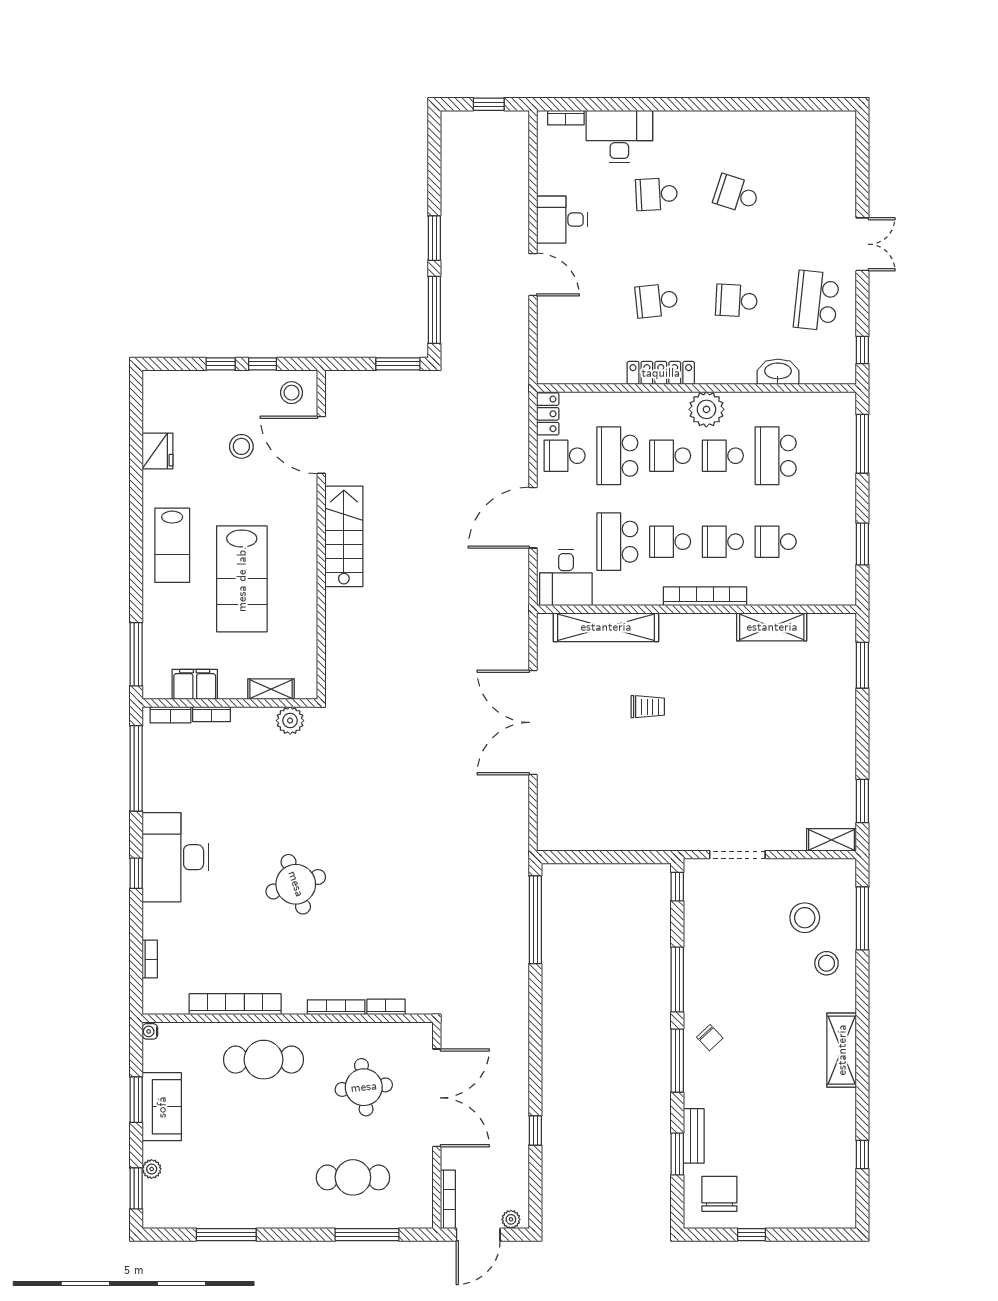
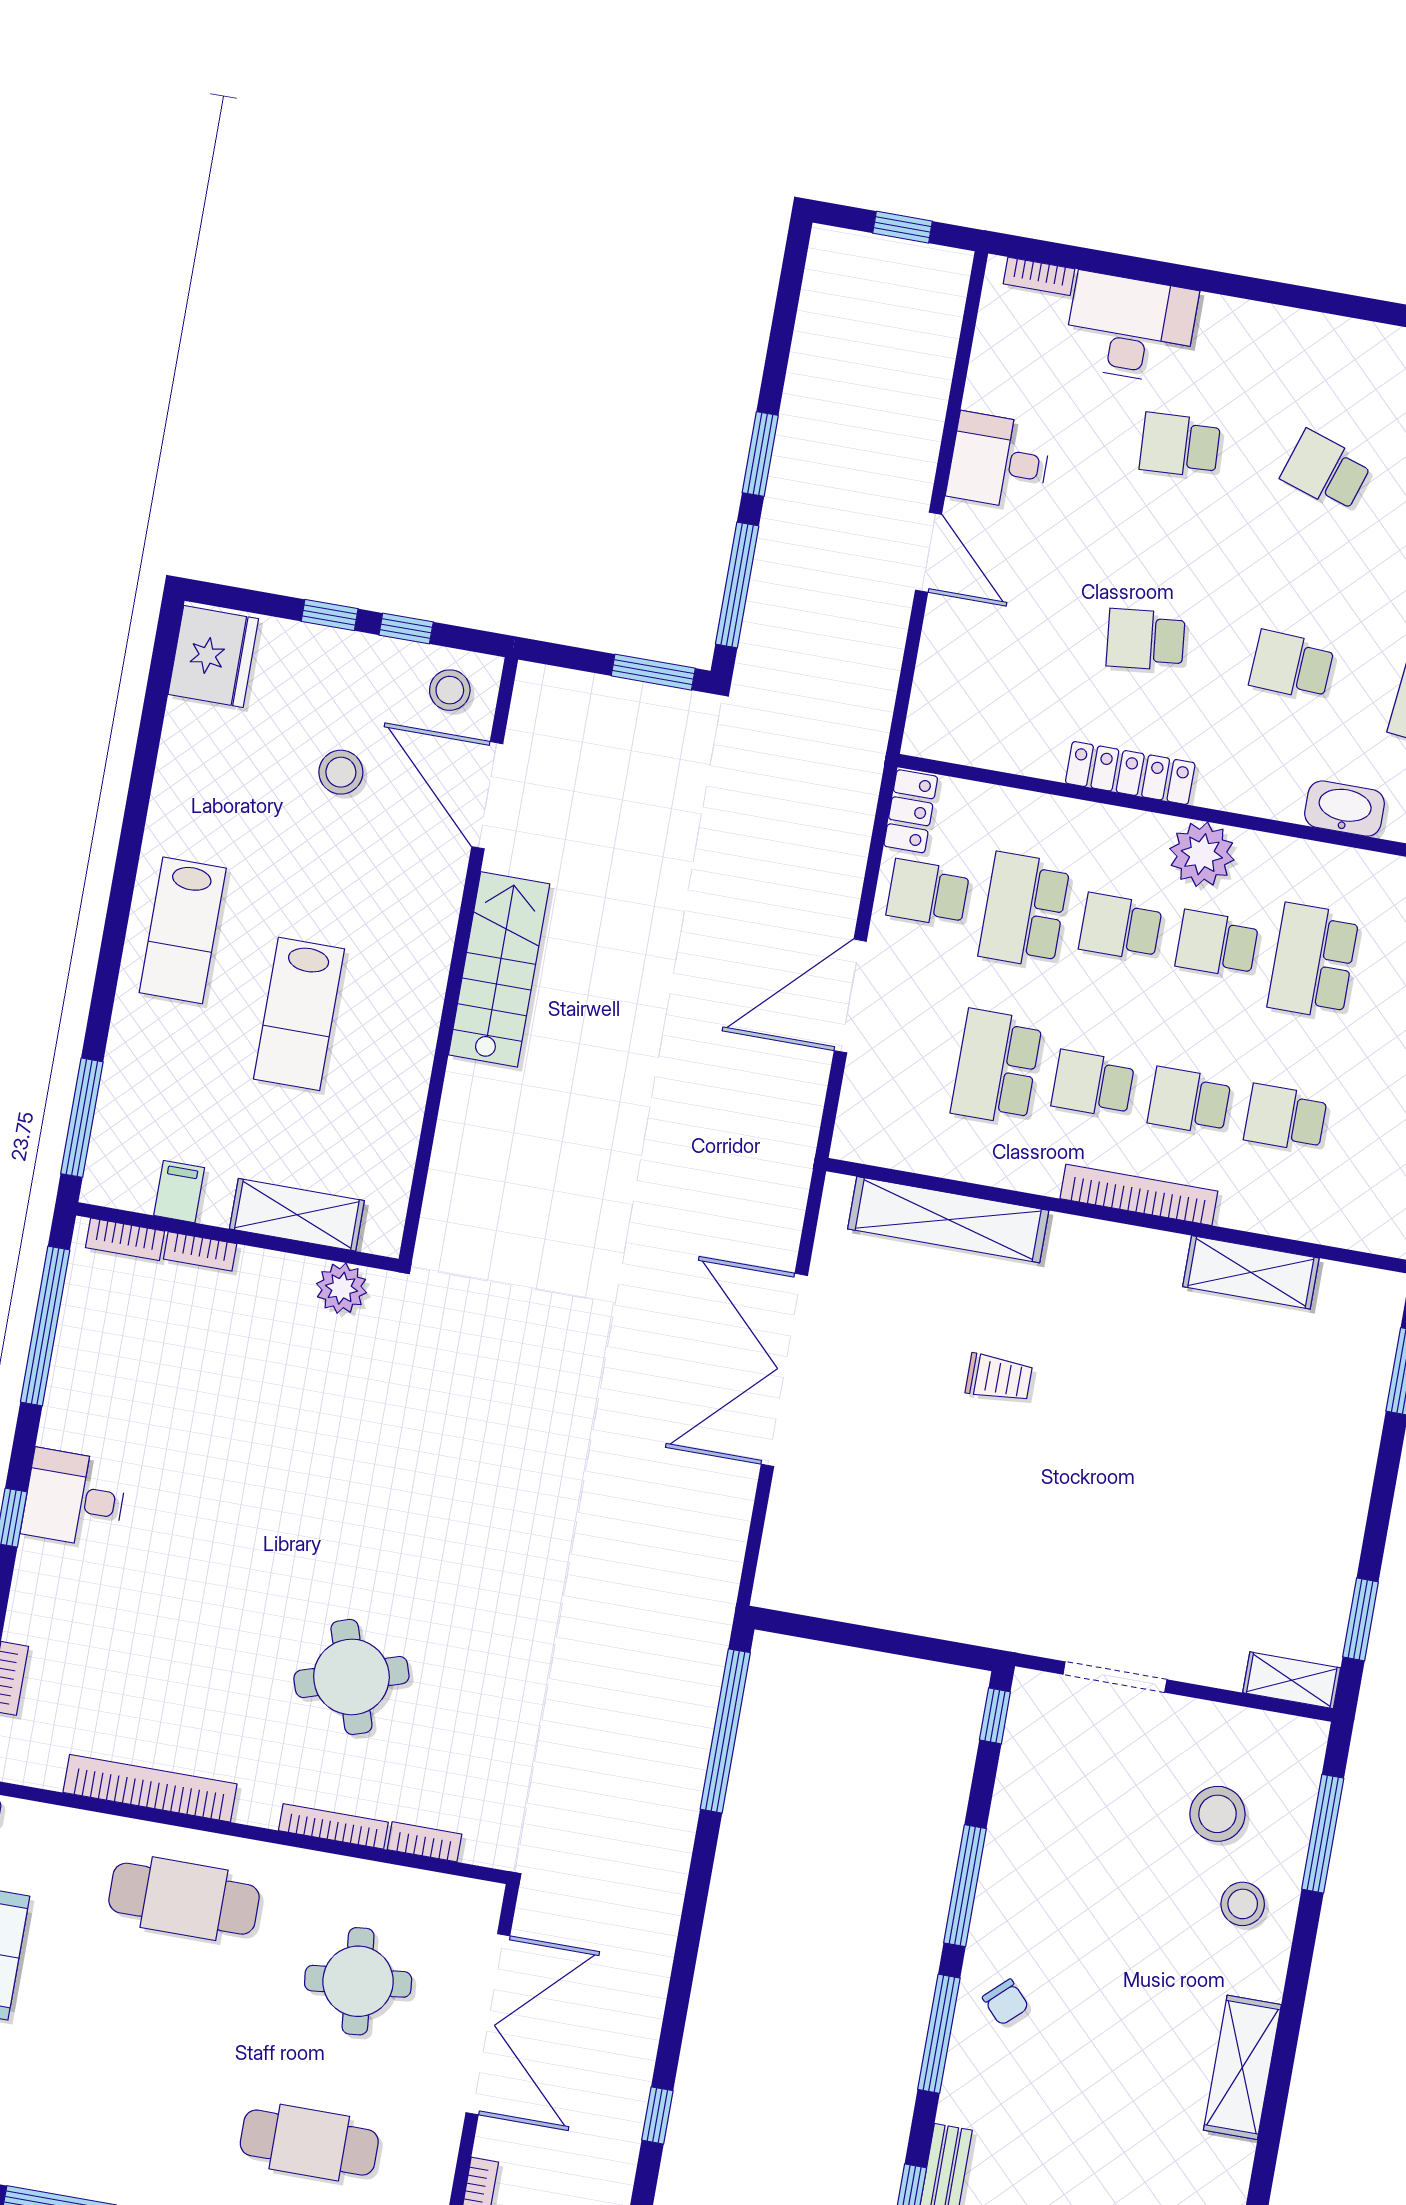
fridge: (158, 451) -> (213, 657), moved, width x1.36, depth x1.34
desk: (566, 577) -> (891, 1116), removed
lab bench: (242, 579) -> (299, 1014), width x0.73, depth x0.72
filing cabinet: (195, 684) -> (179, 1192), width x0.50
shelving: (271, 689) -> (297, 1215), width x1.50, depth x1.33
desk: (176, 857) -> (74, 1498), width x0.53, depth x0.77
round table: (296, 884) -> (351, 1677), moved

